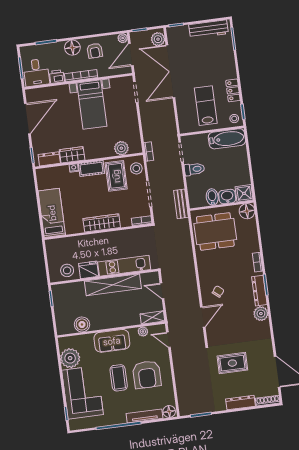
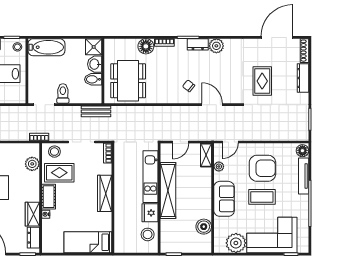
bathtub: (227, 139) -> (46, 47), moved, turned 90
floor lamp: (247, 211) -> (146, 46), moved
dresser: (259, 291) -> (198, 44), width x0.70

